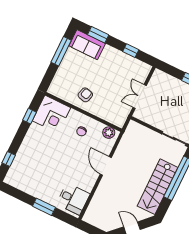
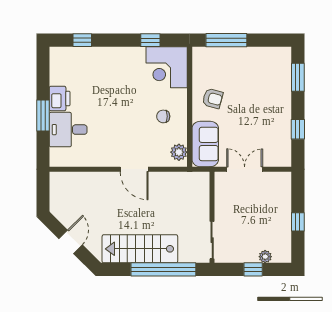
sofa: (87, 45) -> (205, 144), moved, turned 180
window: (61, 51) -> (226, 40), moved
door: (106, 166) -> (134, 169), swing flipped
printer: (38, 191) -> (60, 98), added
desk: (73, 199) -> (68, 130), moved, turned 90

